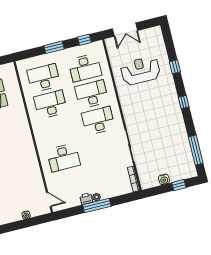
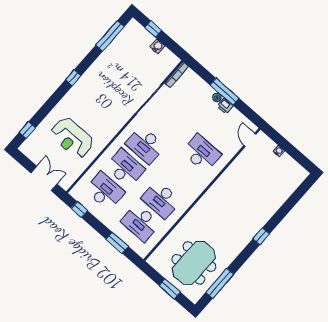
window: (54, 47) -> (117, 243), moved
window: (175, 67) -> (27, 130), moved
desk: (92, 94) -> (125, 168), turned 180

